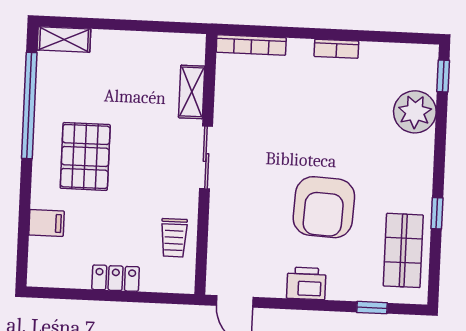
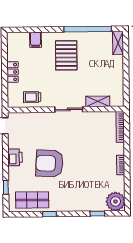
window: (443, 76) -> (97, 214), moved
plant: (415, 112) -> (115, 201), moved
pallet: (85, 156) -> (66, 55), turned 90

